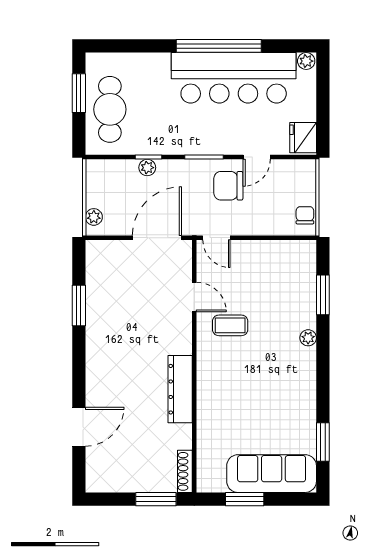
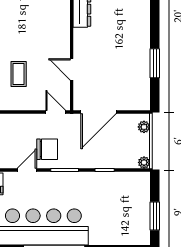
cafe table: (110, 109) -> (132, 204), removed
plant: (147, 168) -> (144, 162), moved
coffee table: (230, 325) -> (19, 74), moved, turned 90

